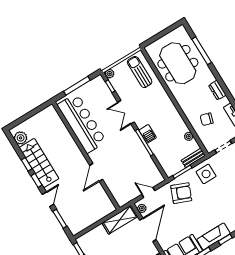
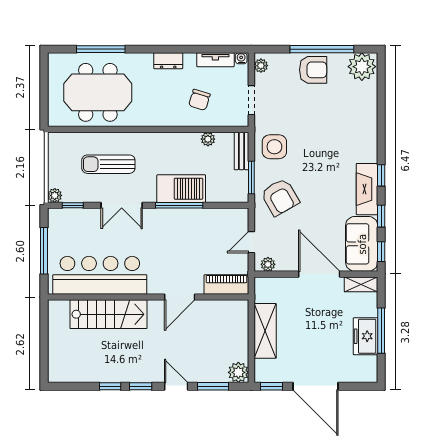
sun lounger: (140, 72) -> (108, 164), moved
barbecue: (148, 134) -> (181, 189), width x1.88, depth x1.53
plant: (21, 138) -> (238, 372), moved
stairs: (39, 163) -> (108, 314), moved, turned 180
door: (96, 172) -> (180, 297), hinge flipped
piano: (118, 193) -> (226, 284), added
armchair: (181, 193) -> (280, 197), turned 128
shelving: (120, 220) -> (265, 331), moved
door: (148, 230) -> (319, 274), moved

